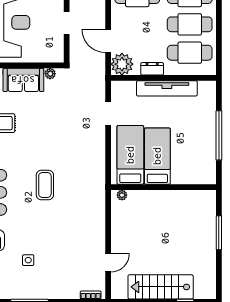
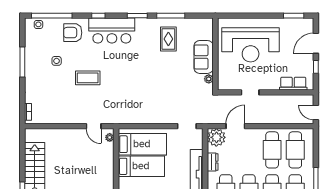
doorway: (108, 113) -> (187, 126), moved
coffee table: (45, 185) -> (88, 78), moved
door: (108, 263) -> (94, 126), moved

